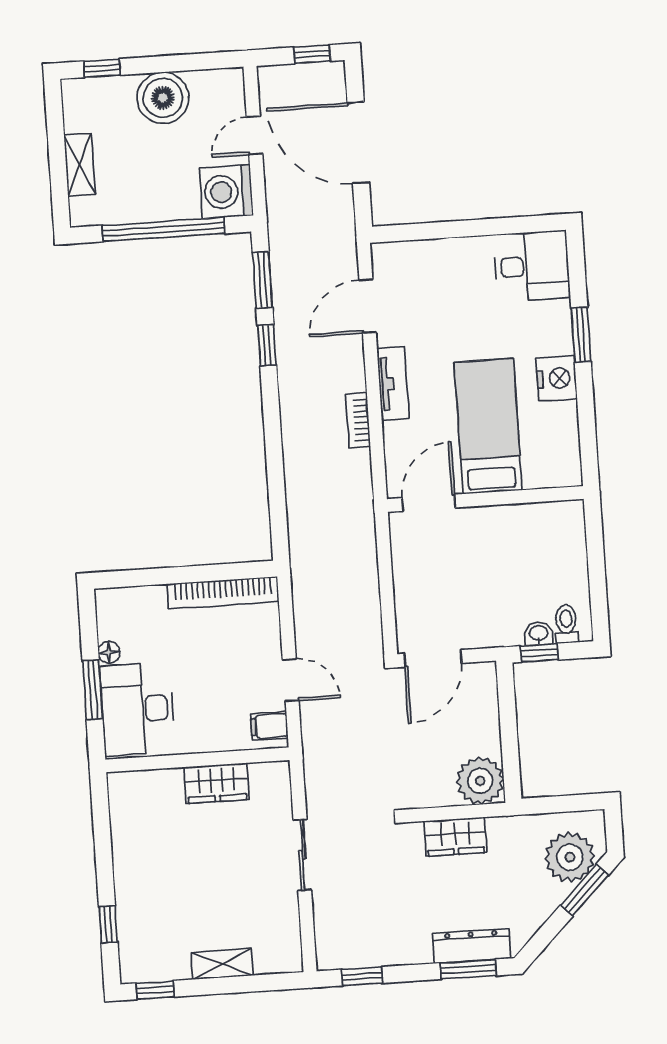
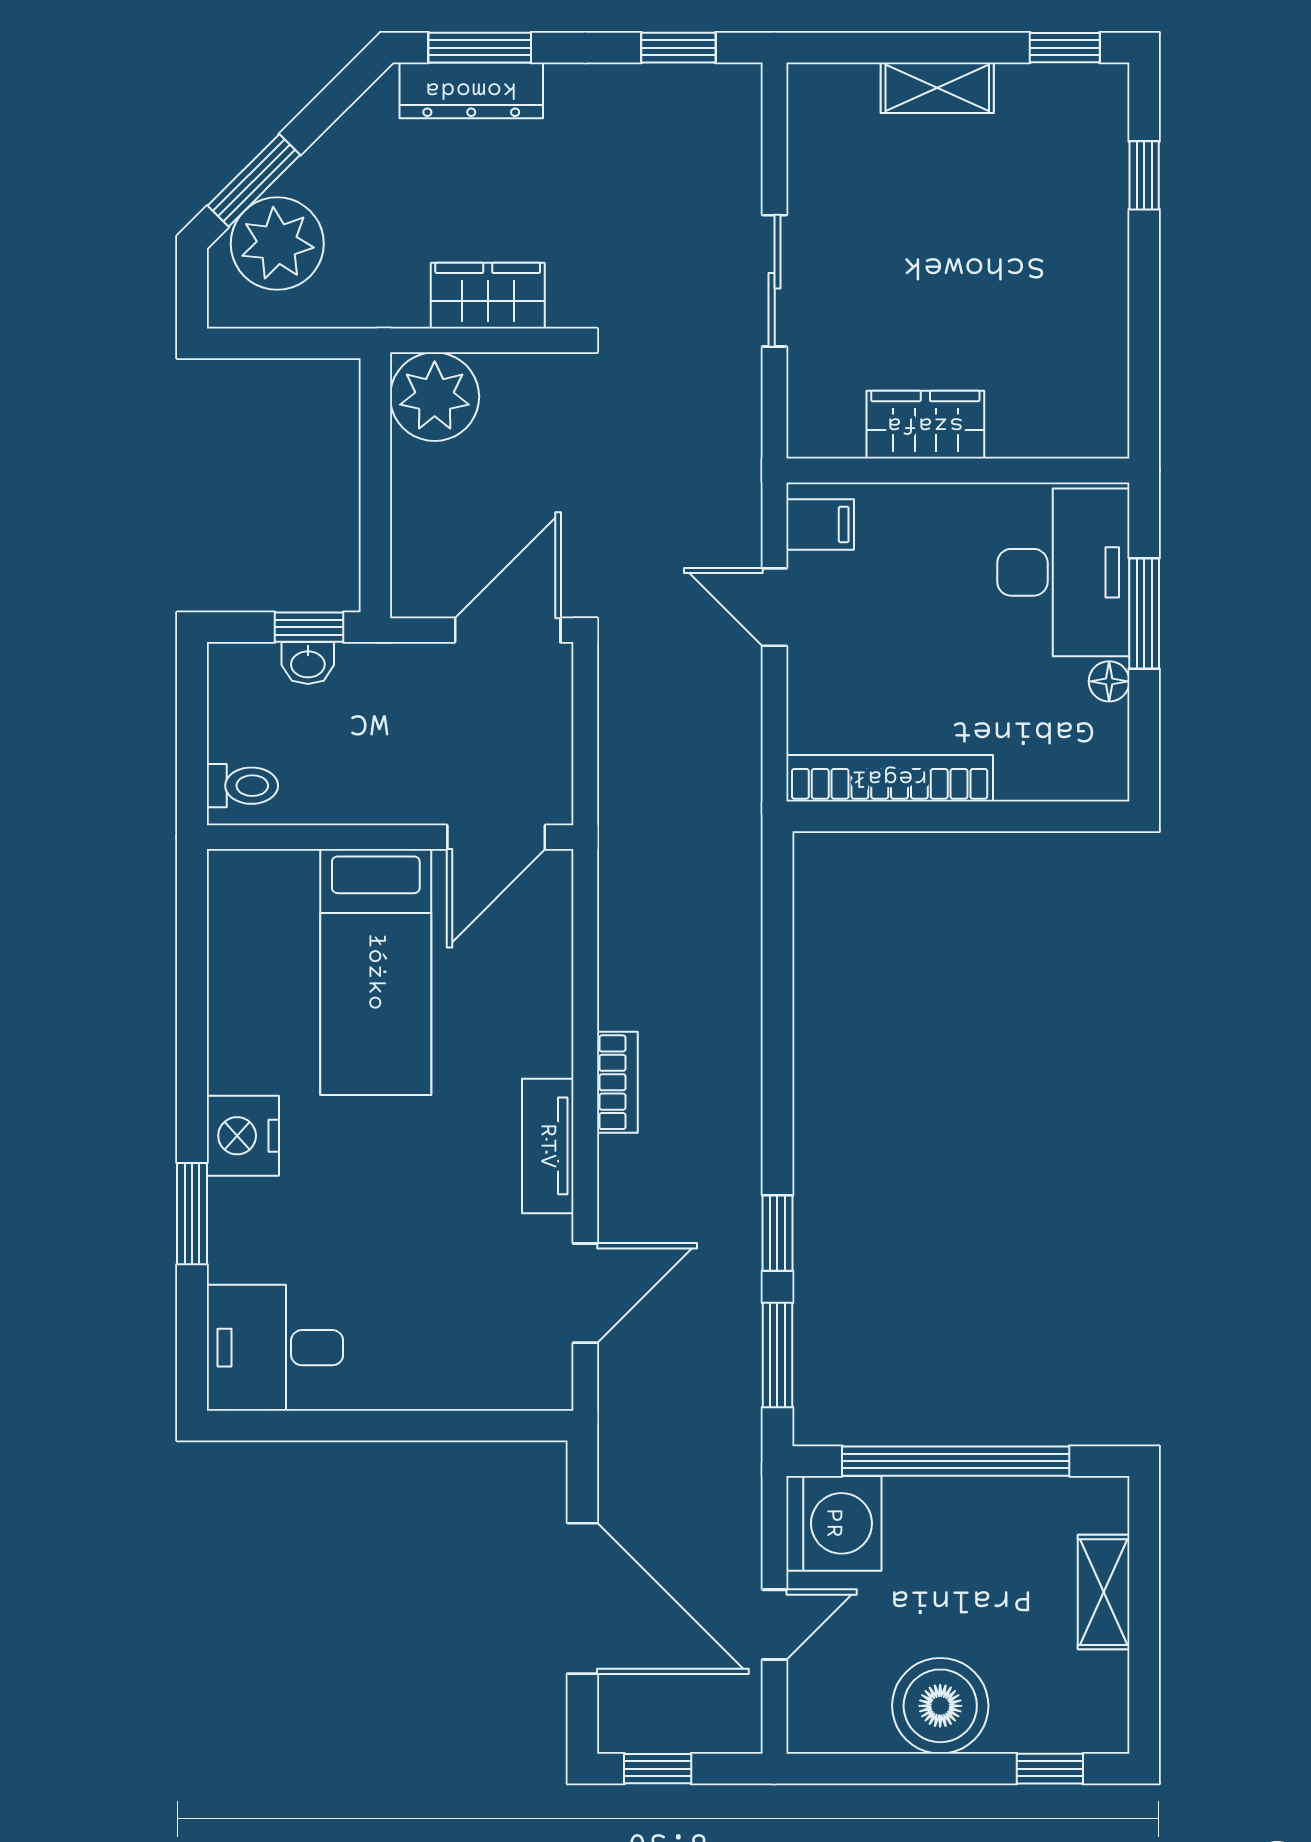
bed: (488, 426) -> (376, 972), moved
wall: (485, 499) -> (390, 837), moved
door: (429, 503) -> (496, 837), moved
toilet: (566, 624) -> (242, 786), moved, turned -90

